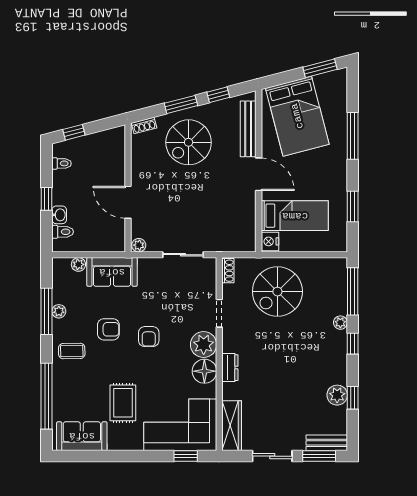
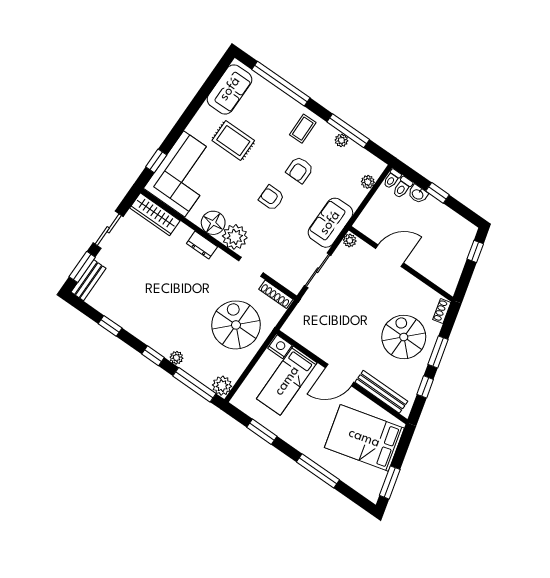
toilet: (62, 163) -> (392, 179), moved
shoe rack: (228, 271) -> (276, 294), width x1.43
sofa: (112, 272) -> (330, 223), moved
plant: (337, 395) -> (222, 386), moved

